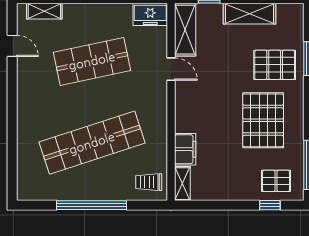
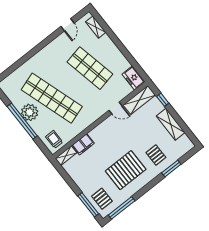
pallet: (275, 65) -> (156, 155), width x0.67, depth x0.71
door: (171, 69) -> (115, 108), hinge flipped
plant: (88, 186) -> (30, 112), added
window: (270, 205) -> (88, 205), width x2.17

